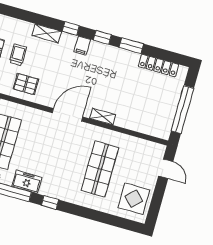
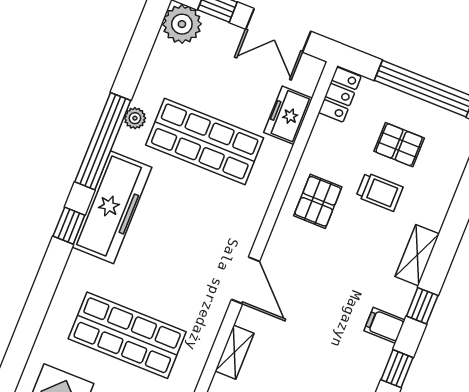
door: (67, 115) -> (245, 280), width x0.73
freezer: (27, 182) -> (112, 207), width x1.91, depth x1.26

